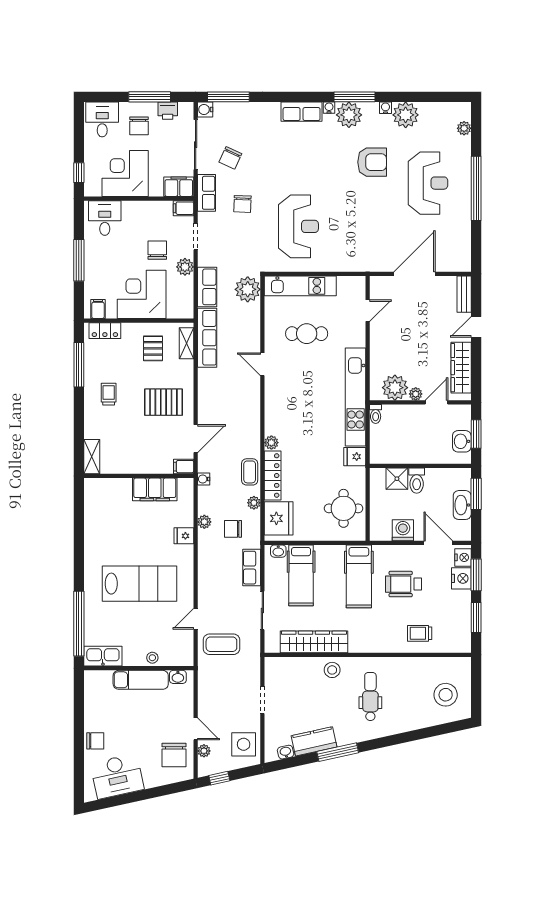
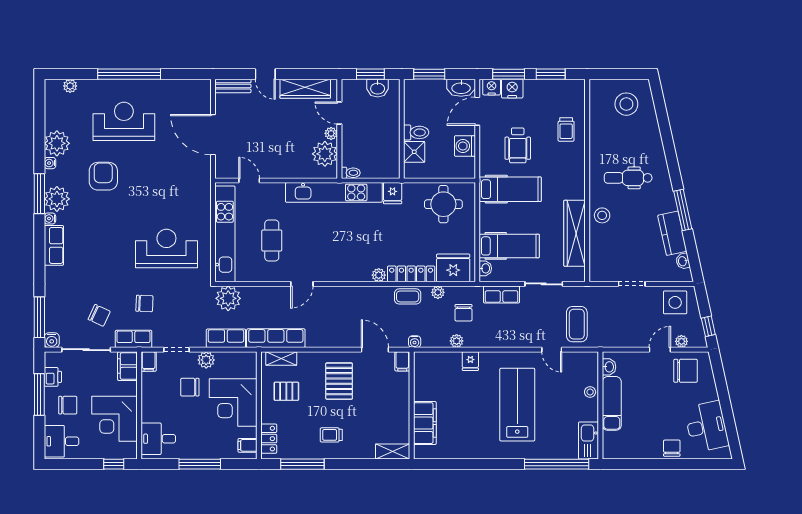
kitchen unit: (300, 286) -> (225, 234), width x1.36
filing cabinet: (155, 489) -> (425, 423), moved
washbasin: (462, 505) -> (461, 88), moved

